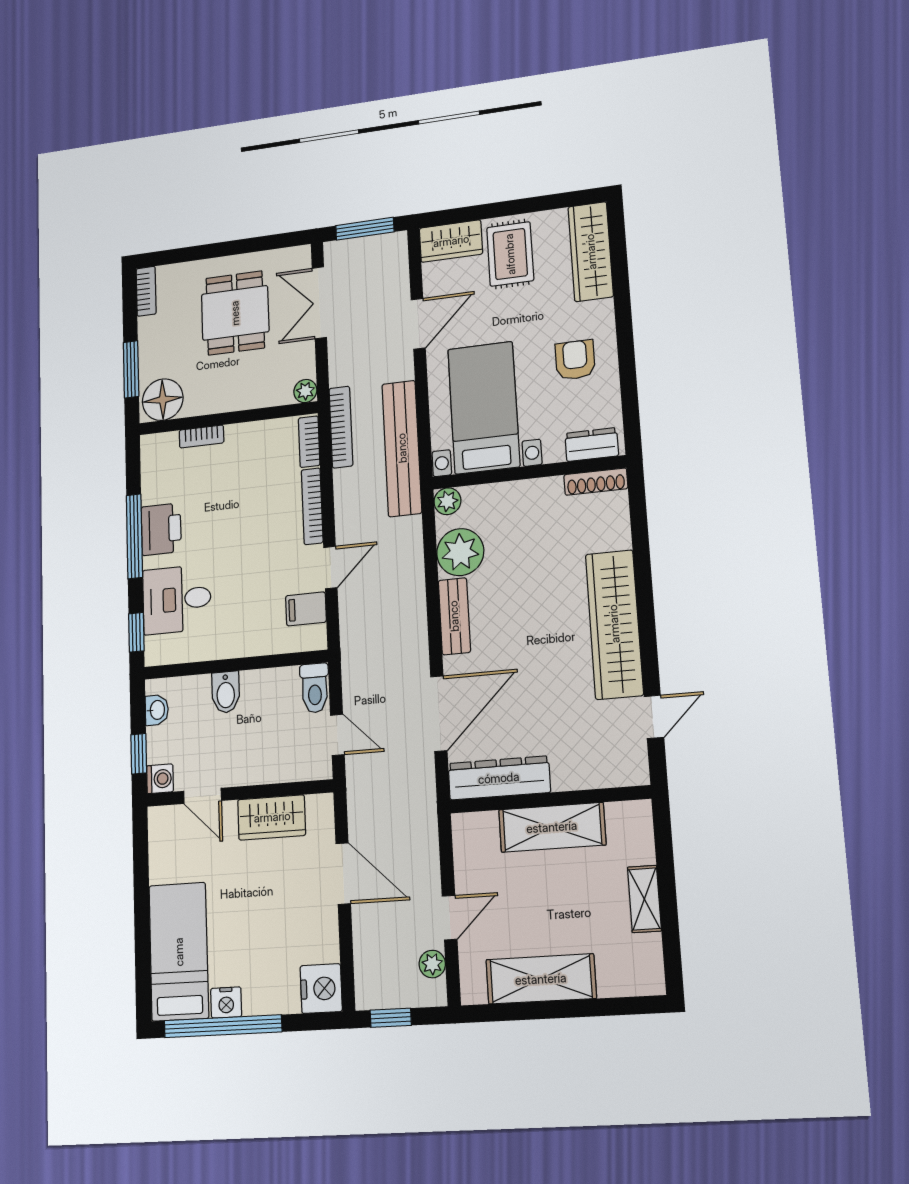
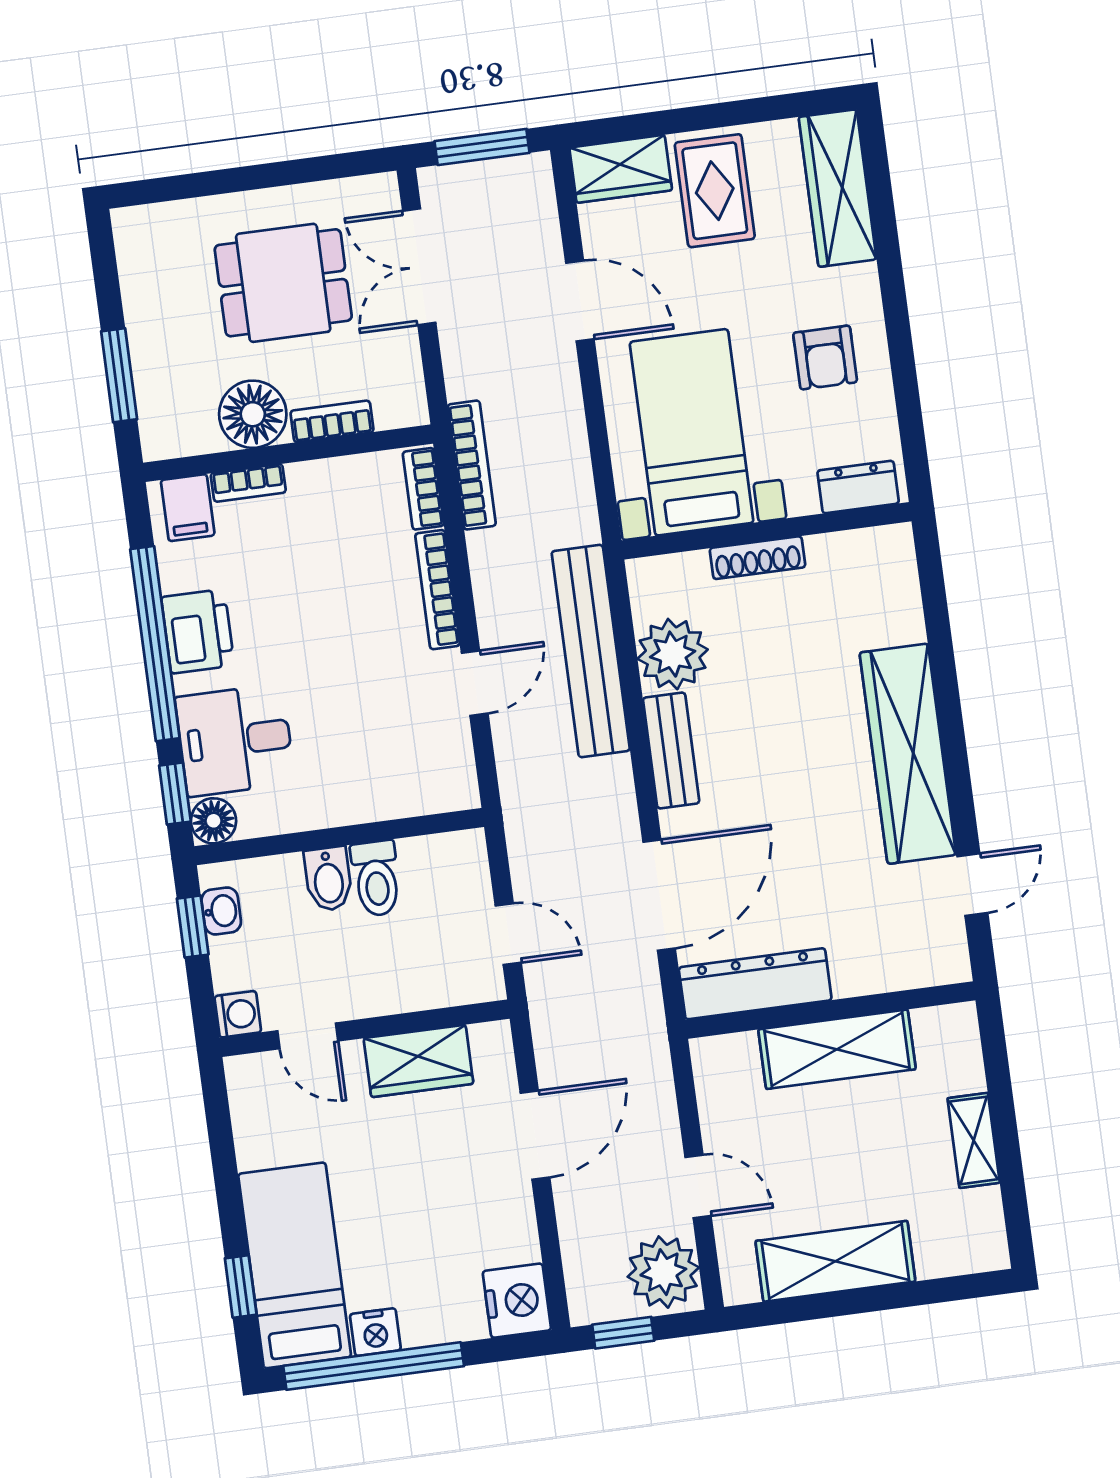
bookcase: (146, 291) -> (332, 421), moved, turned -90
dining table: (235, 313) -> (283, 283), turned 90
door: (418, 324) -> (580, 301), hinge flipped
armchair: (575, 360) -> (825, 357), turned 180
plant: (305, 391) -> (410, 409), removed
floor lamp: (163, 400) -> (253, 414), moved
bench: (402, 448) -> (591, 651), moved
shoe rack: (596, 482) -> (757, 558), moved
plant: (447, 501) -> (647, 577), removed
window: (134, 536) -> (155, 644), width x1.46
filing cabinet: (306, 609) -> (188, 508), moved, turned -90
floor lamp: (158, 651) -> (214, 821), added
toilet: (315, 688) -> (376, 878), moved
window: (139, 754) -> (193, 927), moved
door: (343, 874) -> (535, 1135), hinge flipped
door: (450, 918) -> (698, 1186), hinge flipped
window: (143, 963) -> (241, 1286), added
plant: (432, 964) -> (663, 1272), width x1.88, depth x1.88

